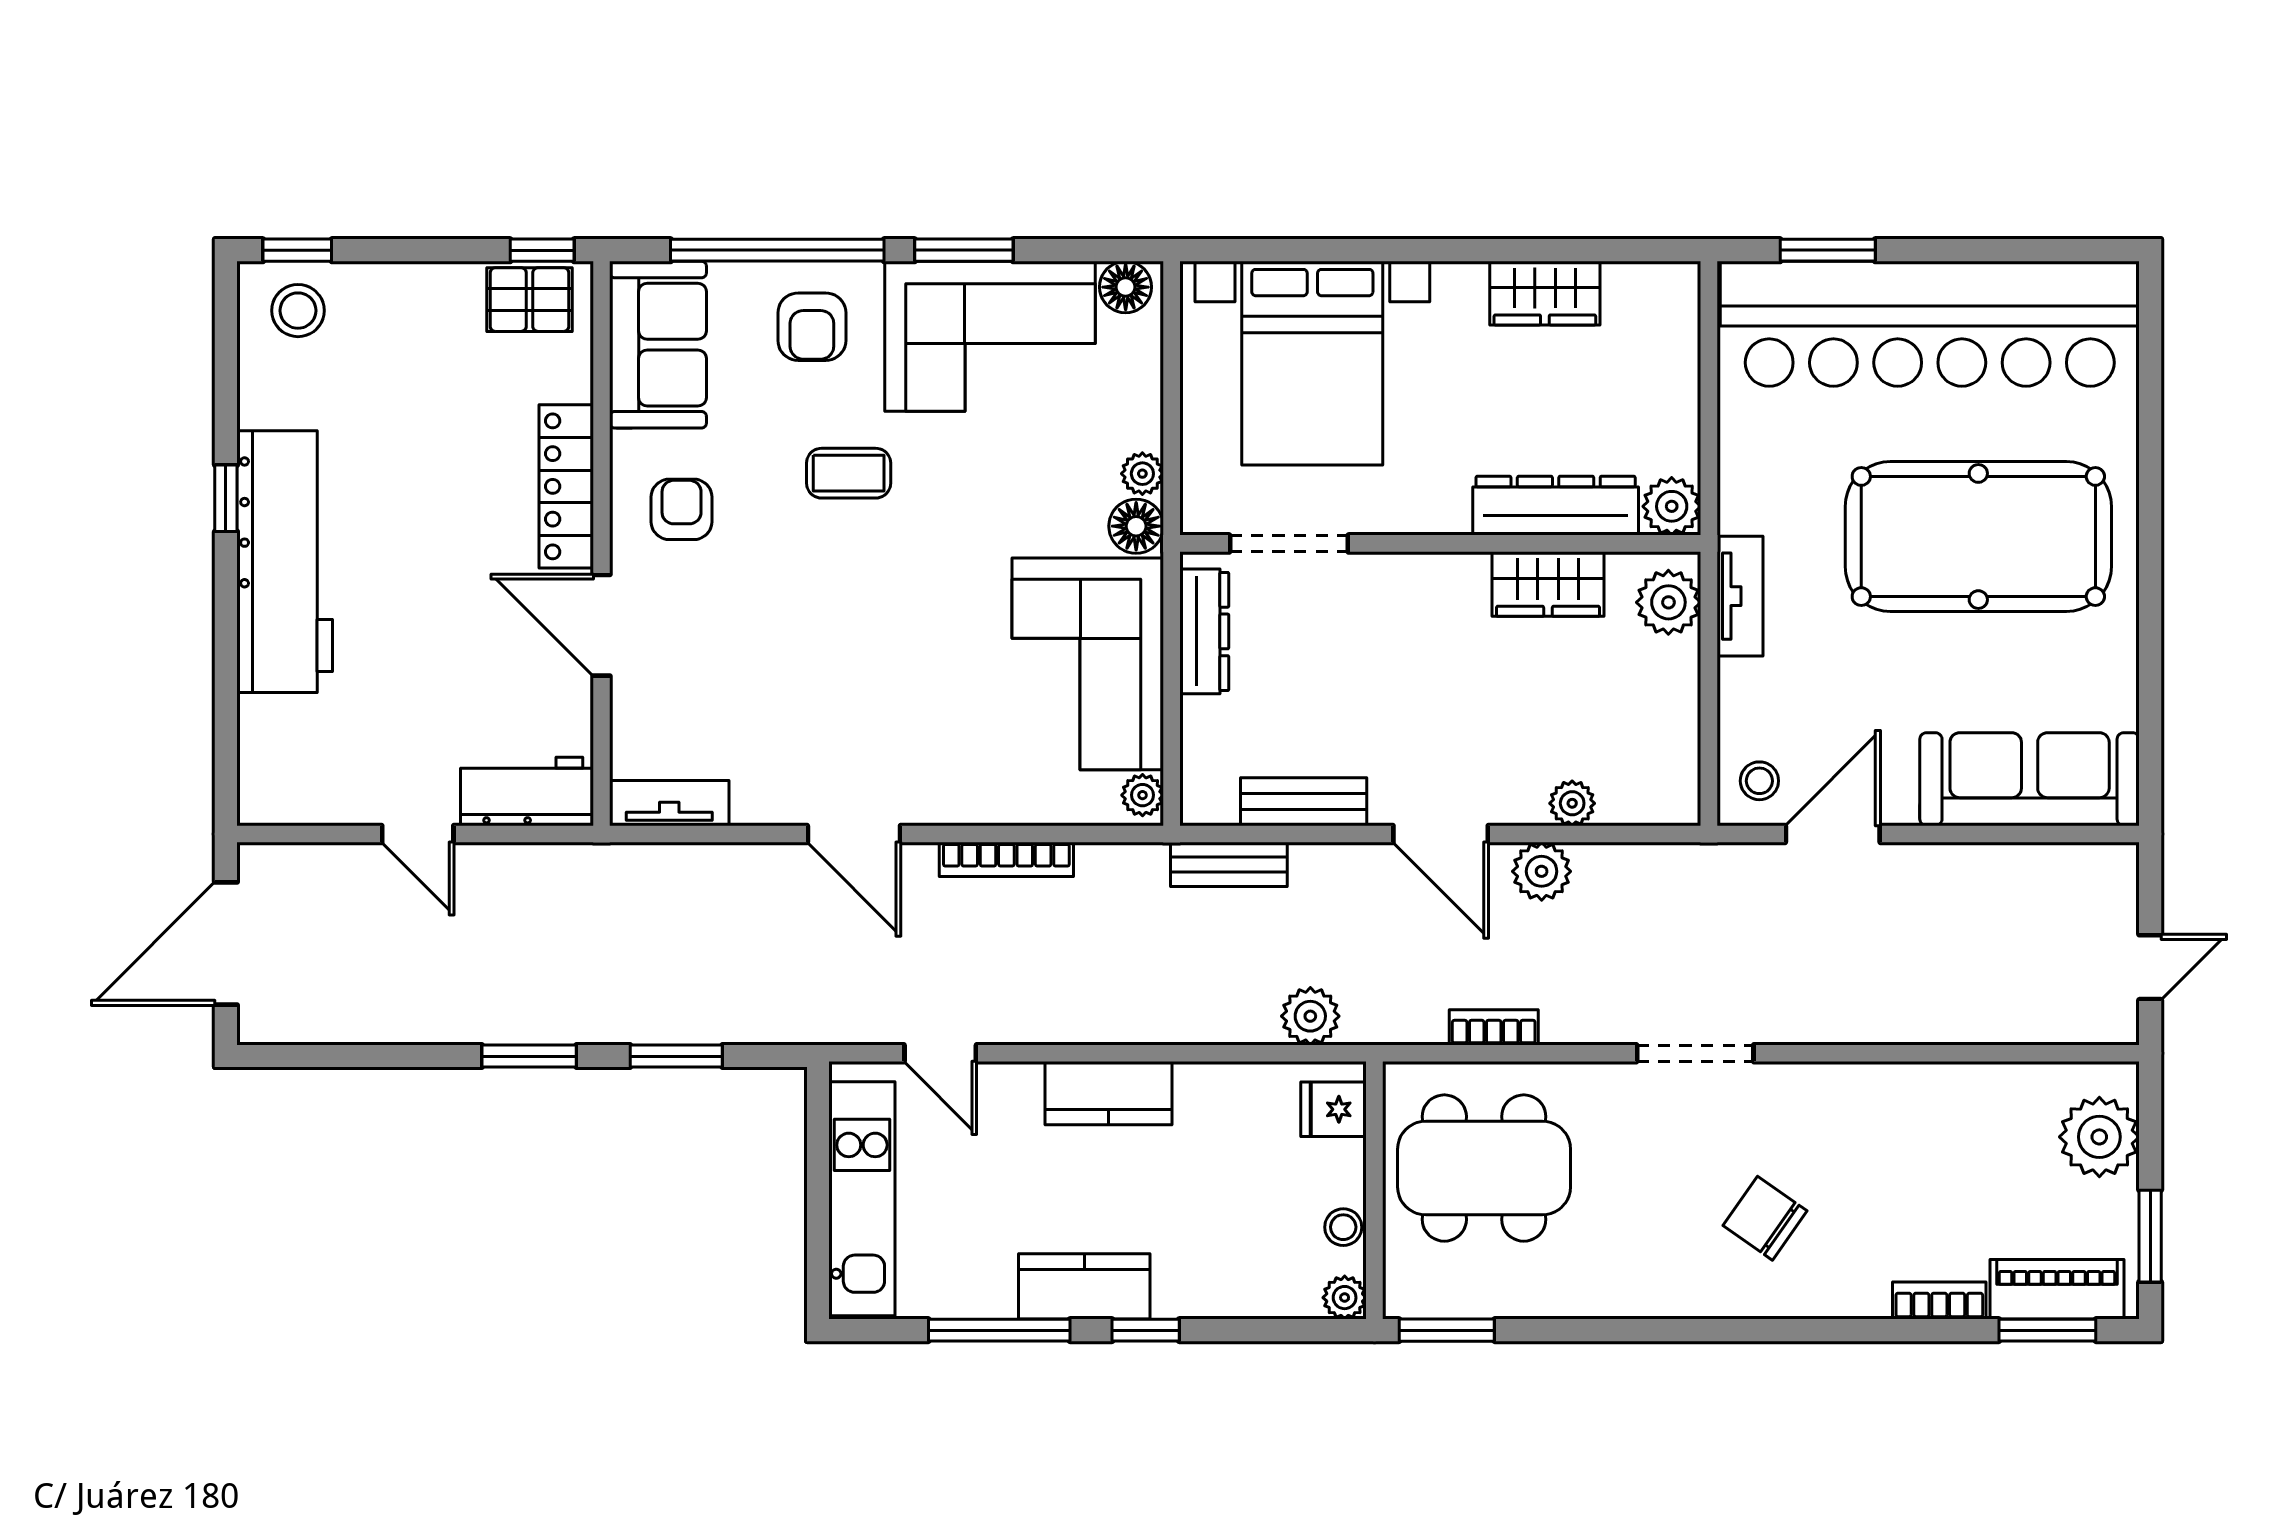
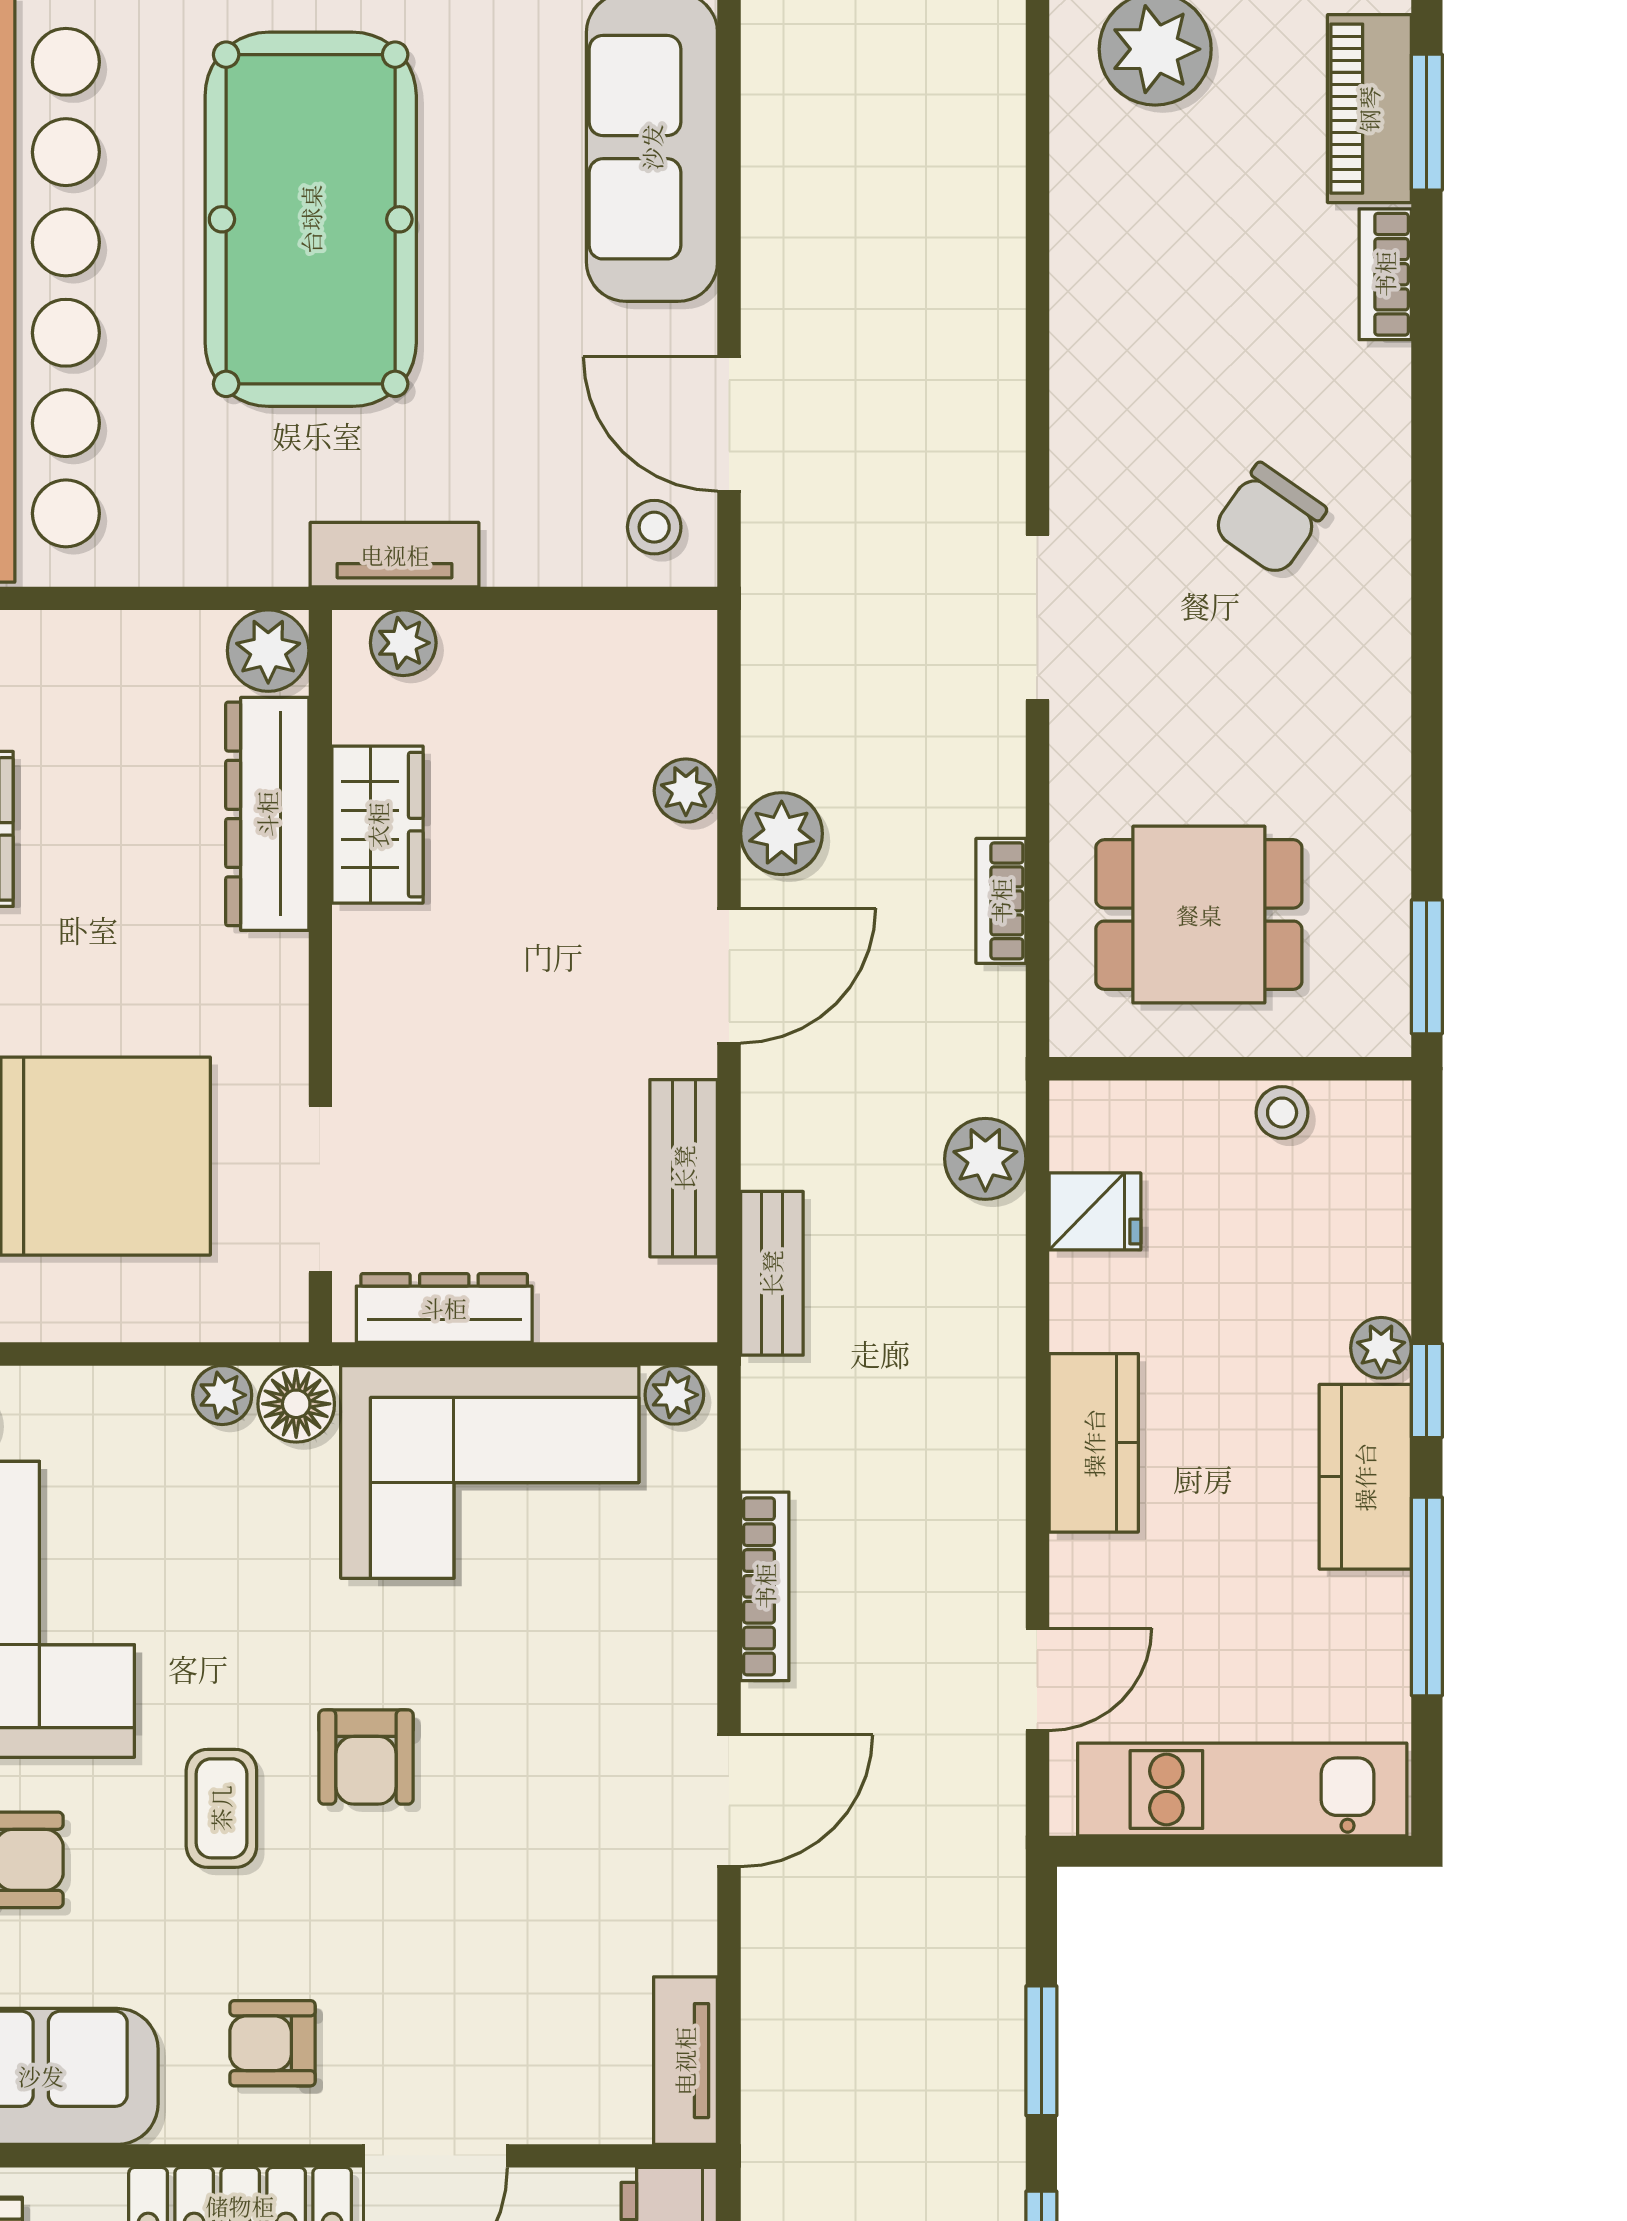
armchair: (885, 576) -> (366, 1757), added
plant: (1668, 602) -> (403, 643), width x0.73, depth x0.73
fridge: (1334, 1109) -> (1095, 1211), moved, turned -90
dining table: (1484, 1168) -> (1199, 915), width x0.73
plant: (1345, 1298) -> (1381, 1348), moved

